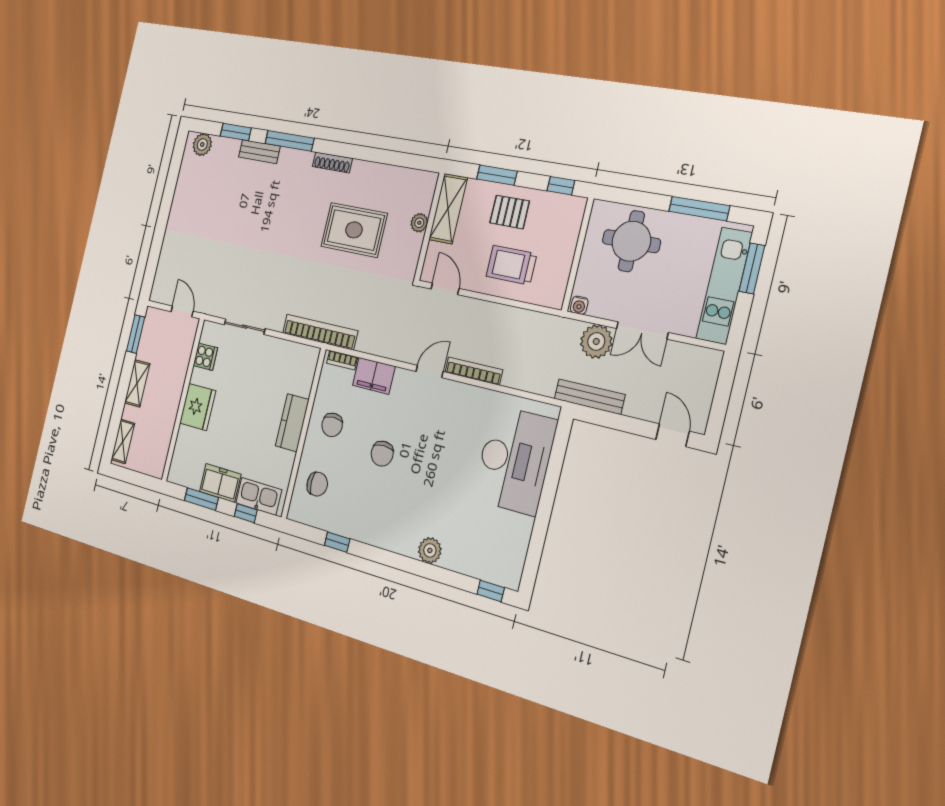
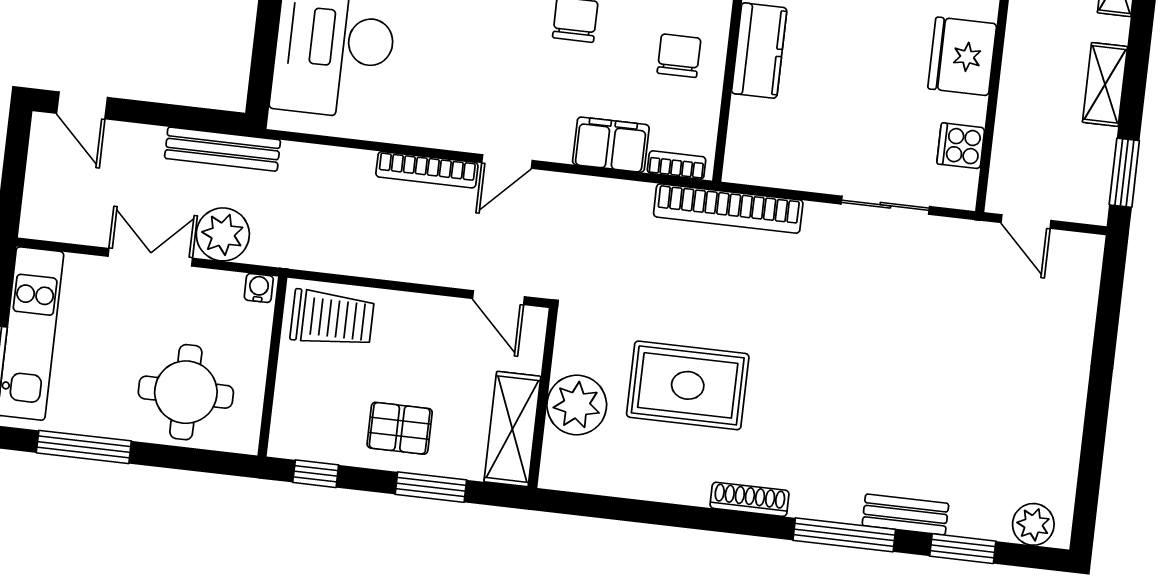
plant: (419, 223) -> (577, 405), width x1.88, depth x1.88
trolley: (511, 265) -> (332, 318), moved

